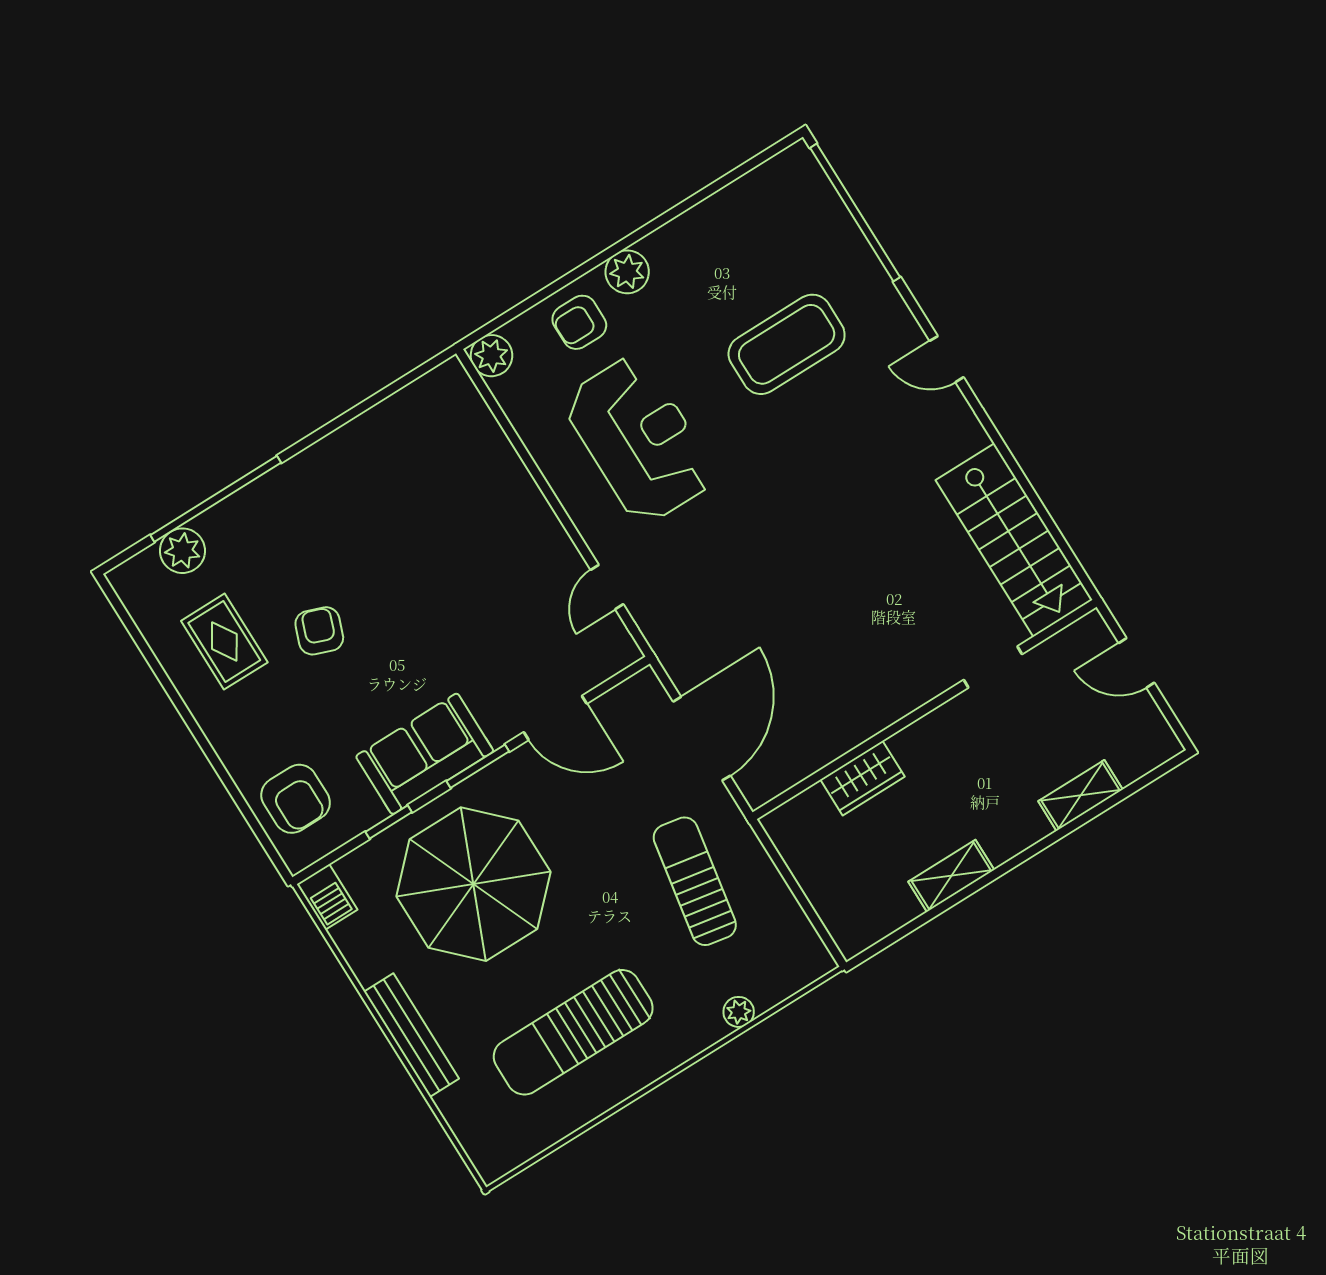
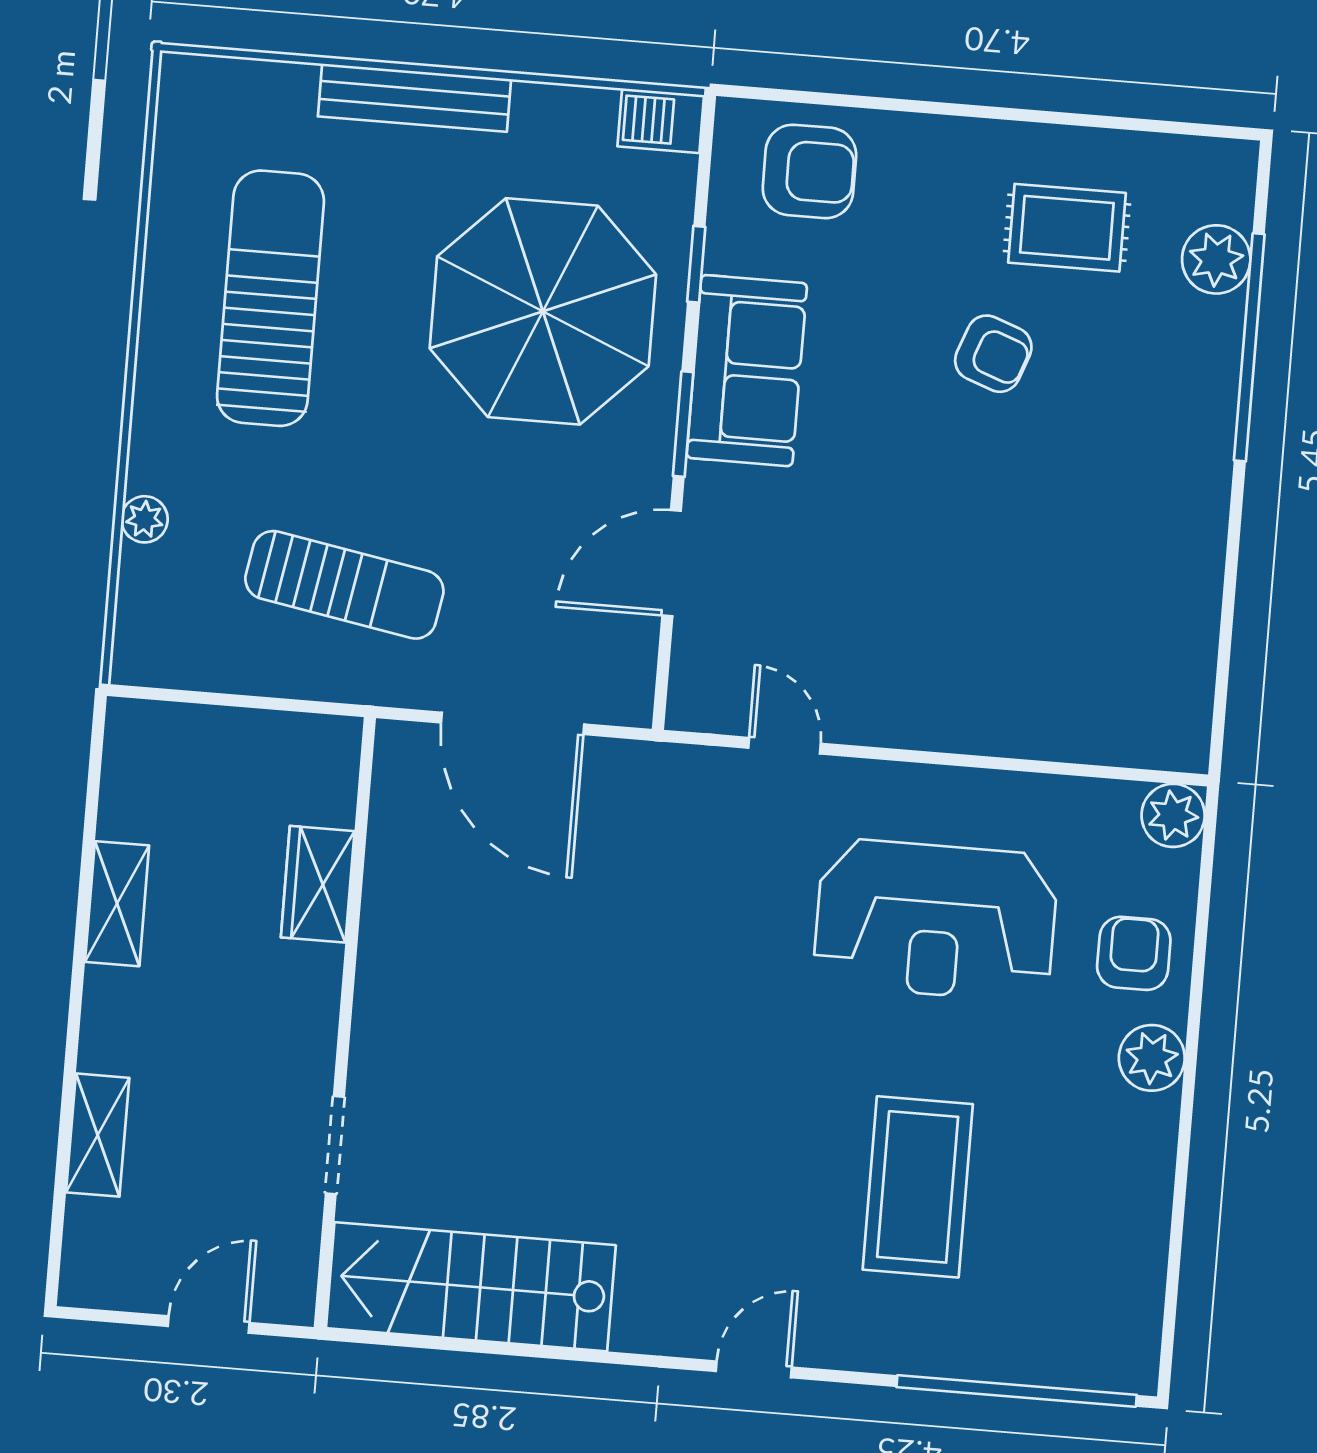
armchair: (296, 799) -> (809, 171), turned 180

